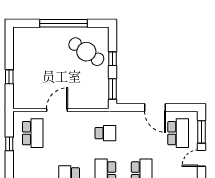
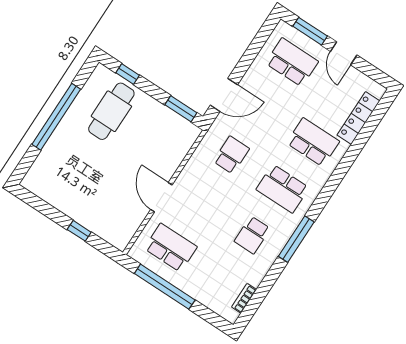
cafe table: (86, 52) -> (111, 111), turned -34
window: (113, 59) -> (128, 74), moved
door: (155, 108) -> (224, 95), moved
window: (9, 144) -> (165, 287), width x3.17

